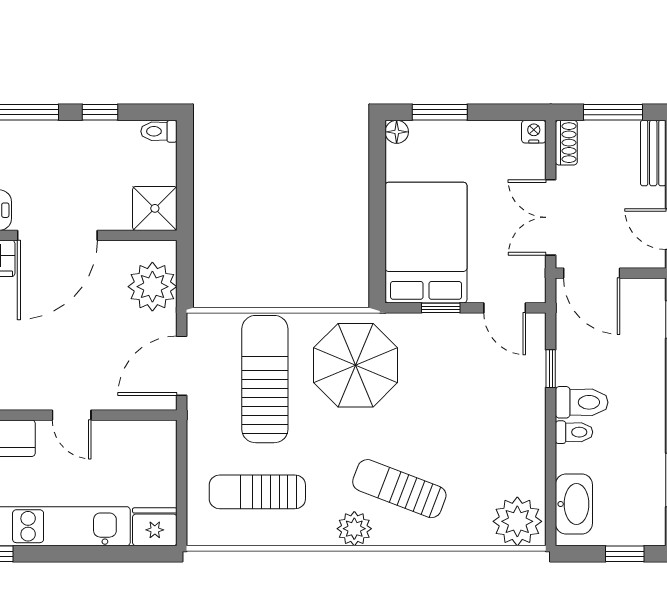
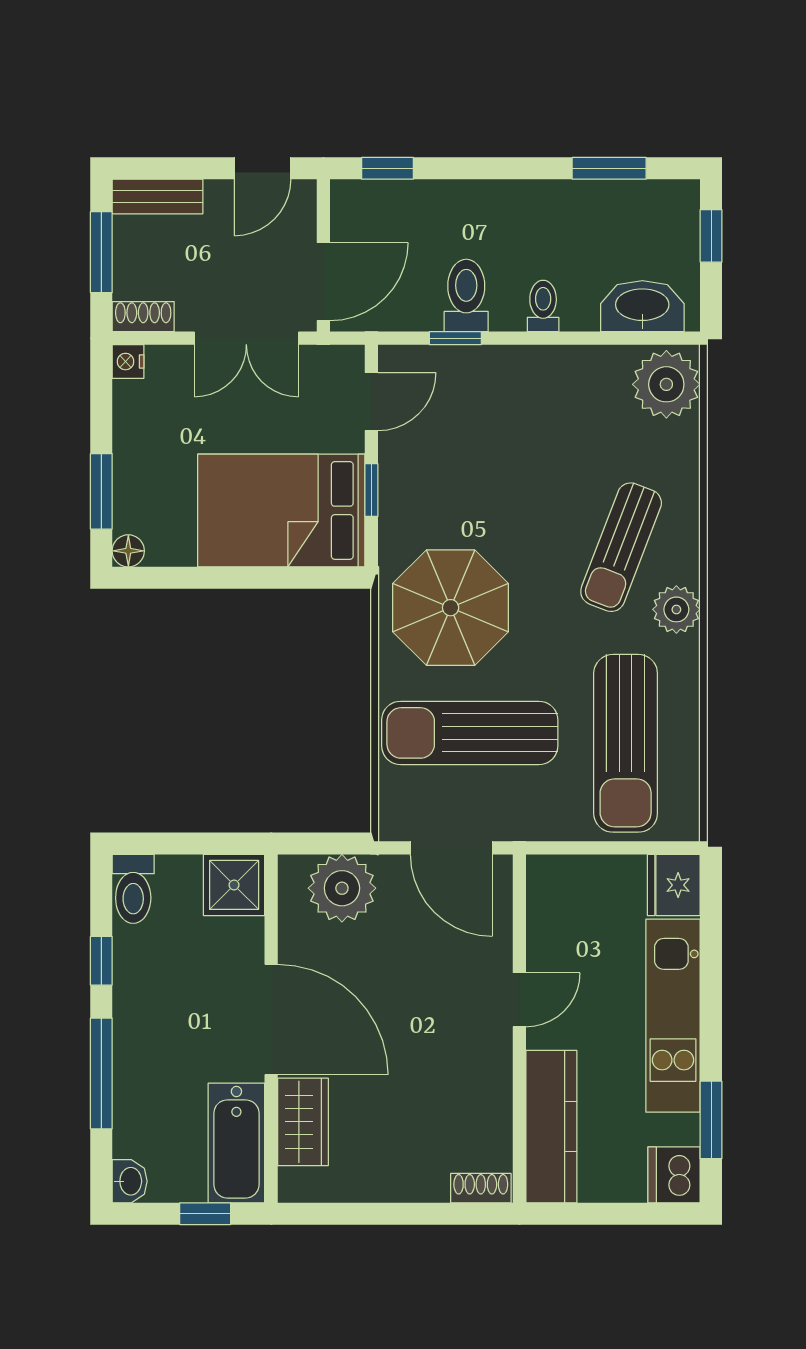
toilet: (159, 131) -> (133, 889), width x1.37, depth x1.39
toilet: (582, 402) -> (466, 295), moved
sun lounger: (257, 492) -> (626, 743), width x1.36, depth x1.34

